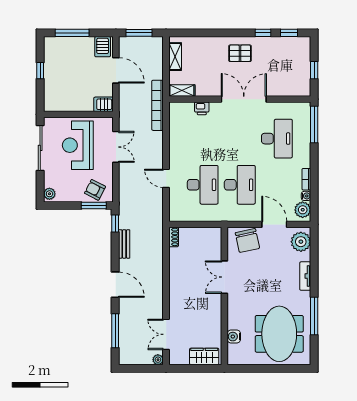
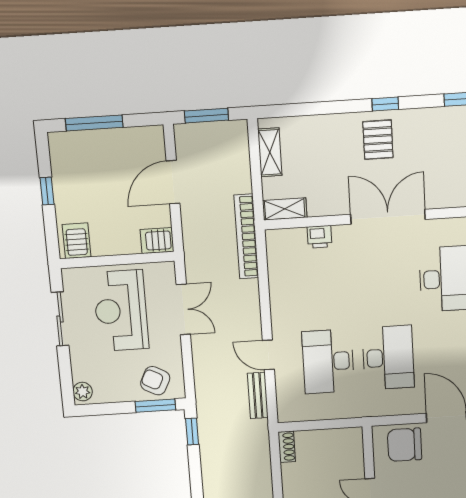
window: (263, 33) -> (385, 104), moved
server rack: (103, 47) -> (77, 241), moved, turned 180
pallet: (240, 53) -> (378, 140), turned 90
door: (116, 70) -> (173, 182), swing flipped
sliding door: (40, 148) -> (60, 319), width x0.73
desk: (203, 185) -> (328, 361), turned 180
chair: (247, 241) -> (405, 445), turned 102
bench: (124, 244) -> (258, 395), moved

